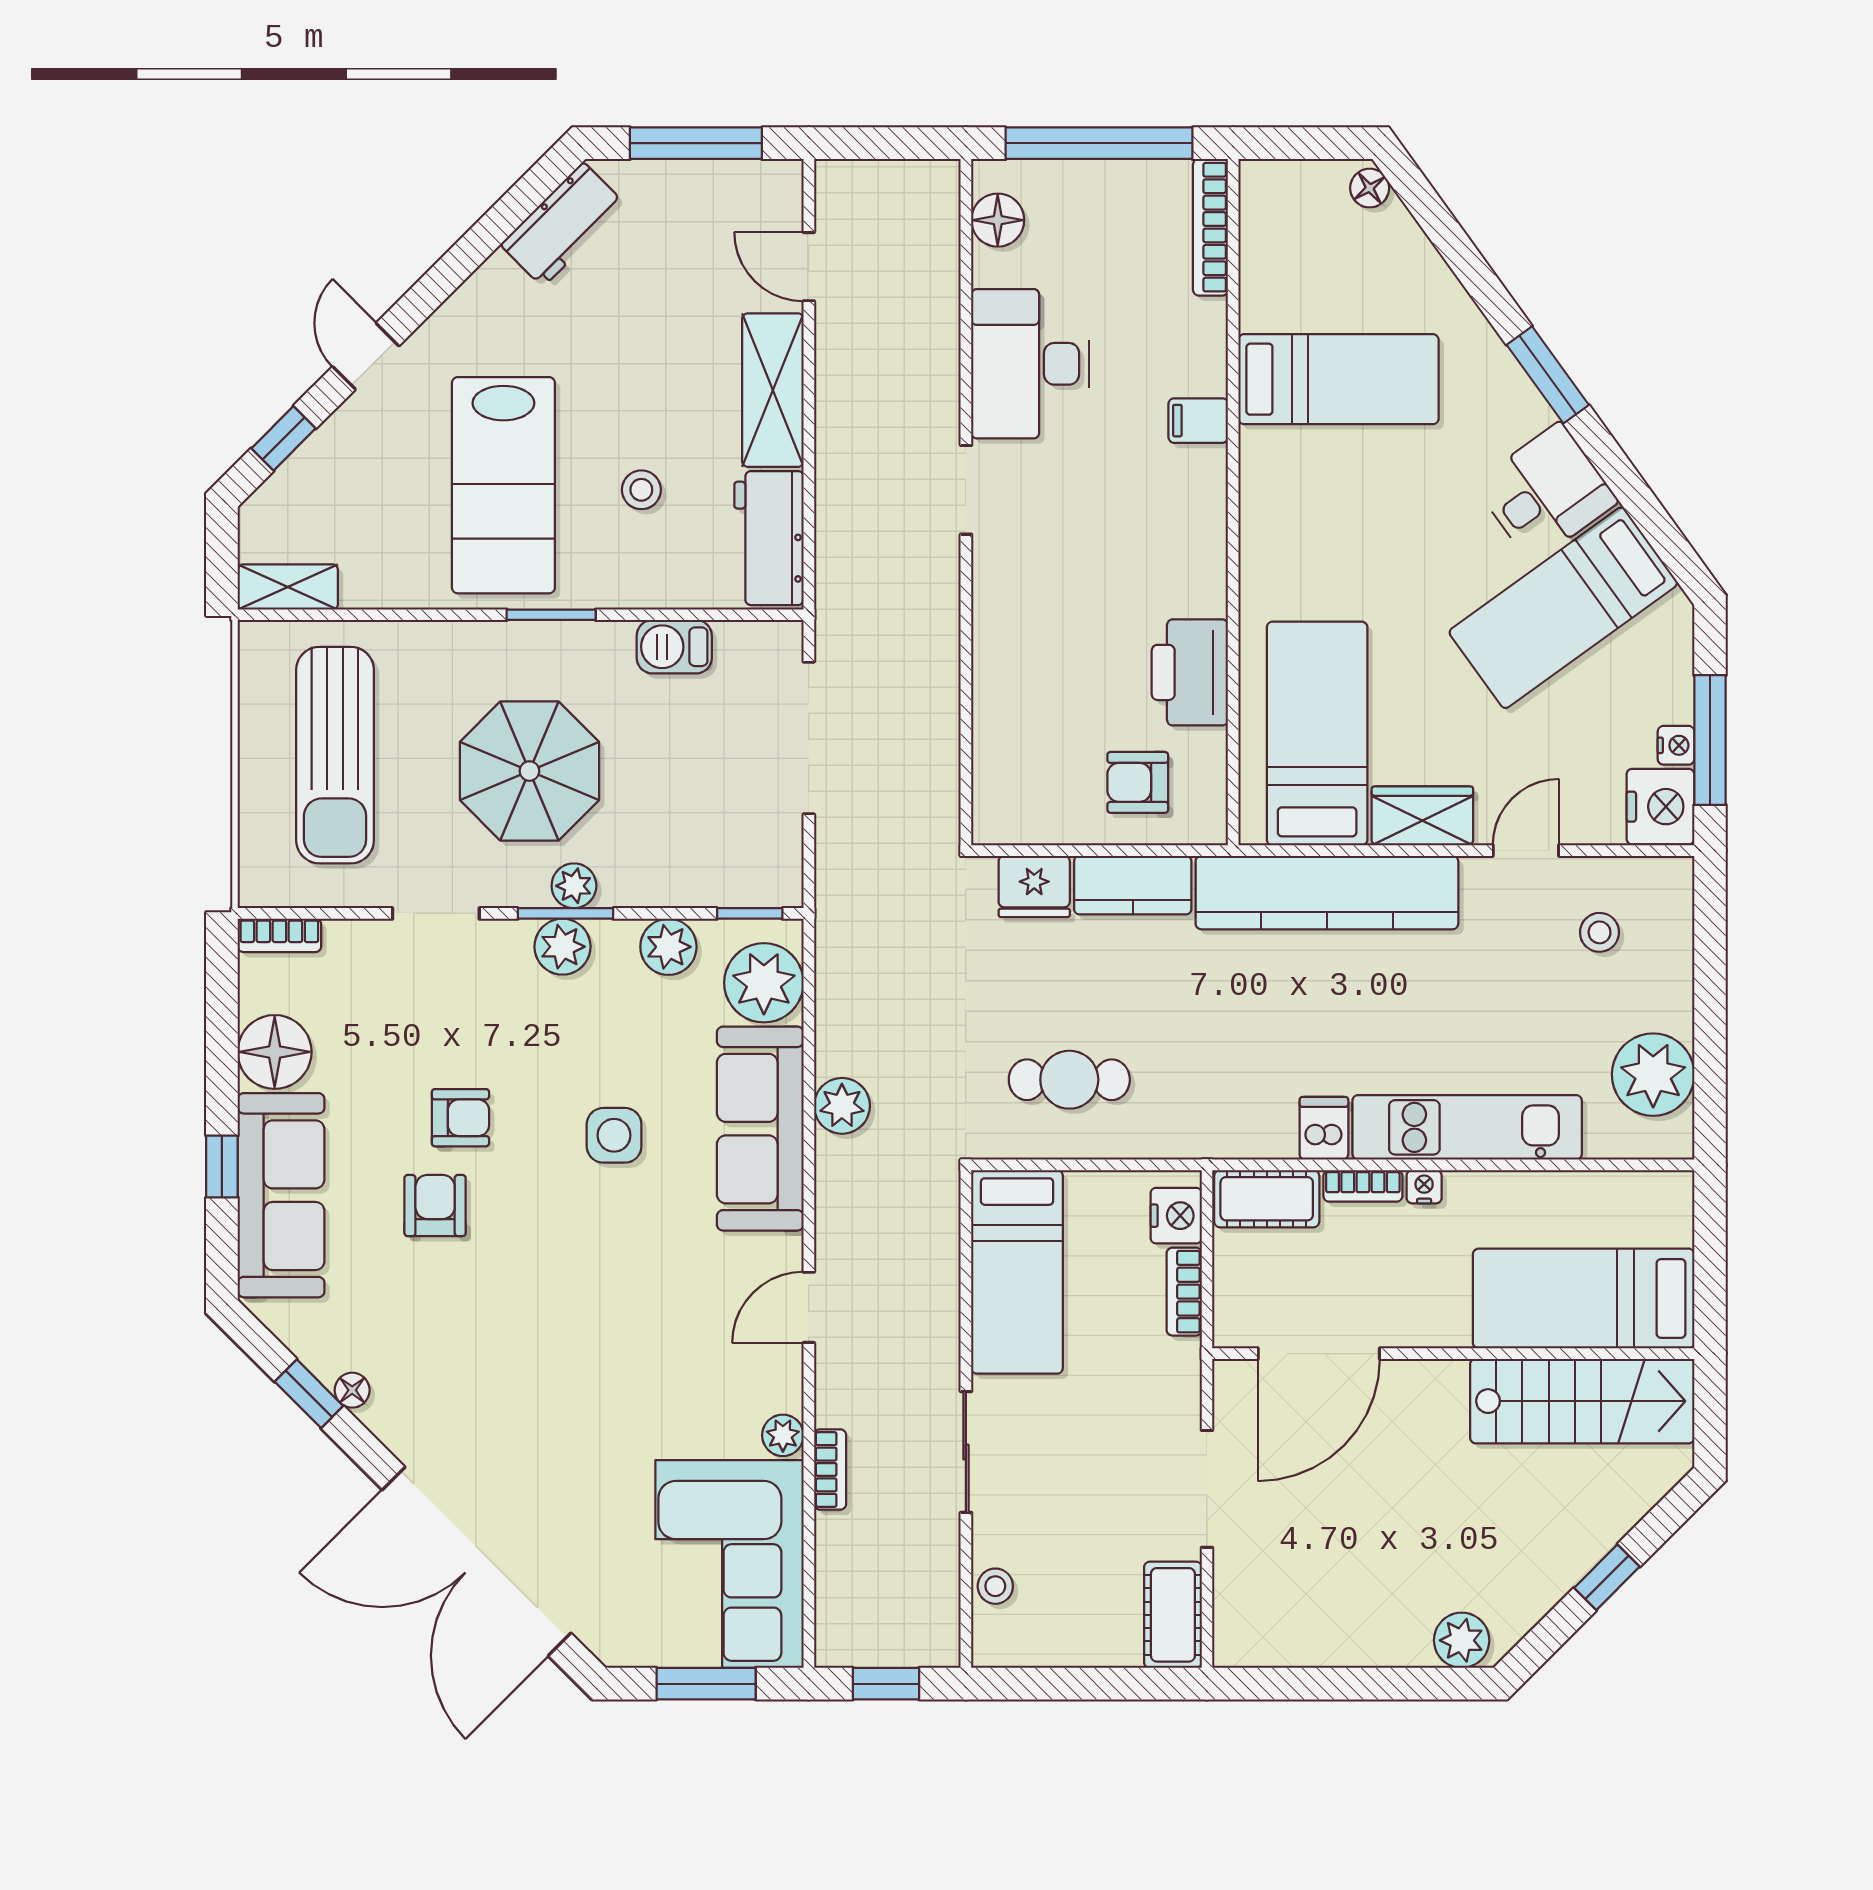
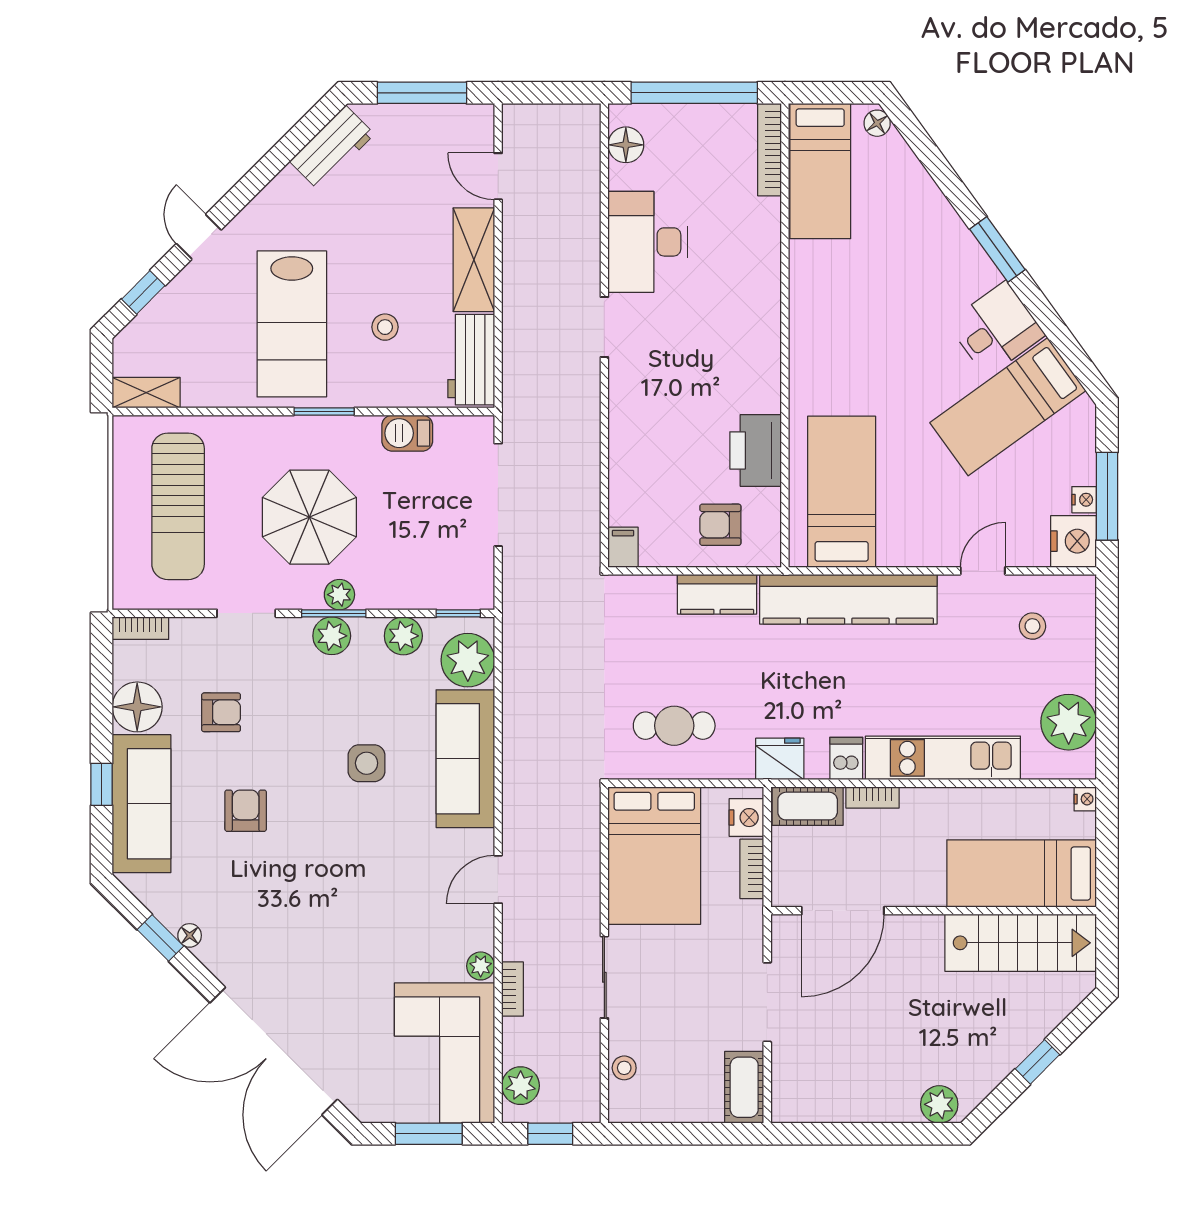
bed: (1339, 379) -> (820, 171), moved, turned 90
filing cabinet: (1198, 421) -> (623, 547), moved, turned 90
wardrobe: (1422, 816) -> (913, 547), removed
fridge: (1034, 886) -> (780, 759), moved, turned 180
plant: (842, 1106) -> (521, 1086), moved
armchair: (460, 1118) -> (221, 712), moved
nightstand: (1424, 1187) -> (1085, 799), moved, turned 90
bed: (1017, 1272) -> (654, 856), width x1.50

